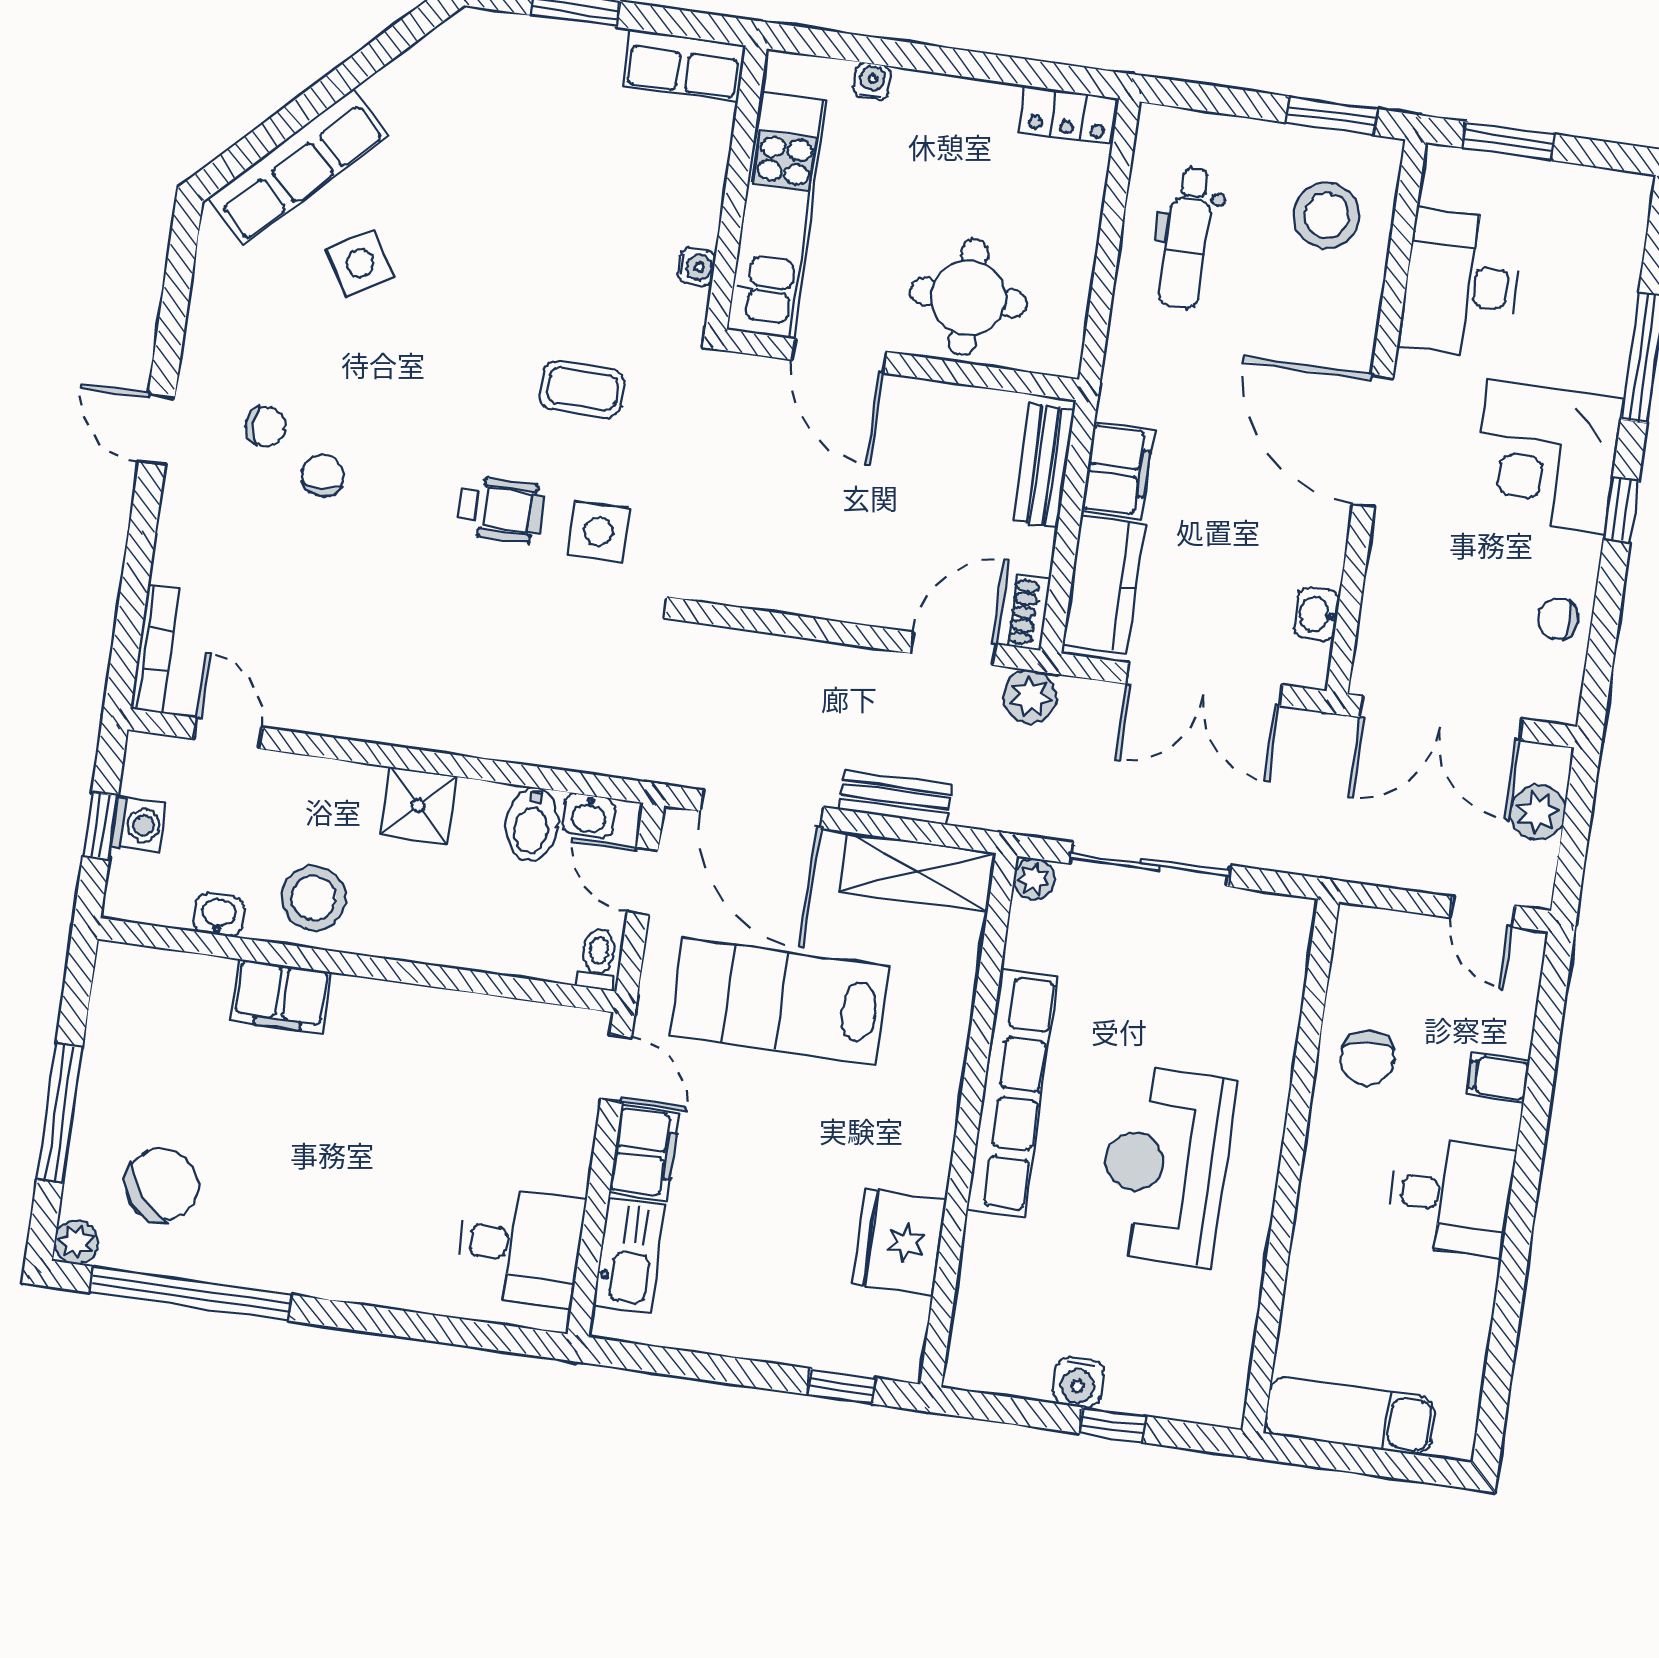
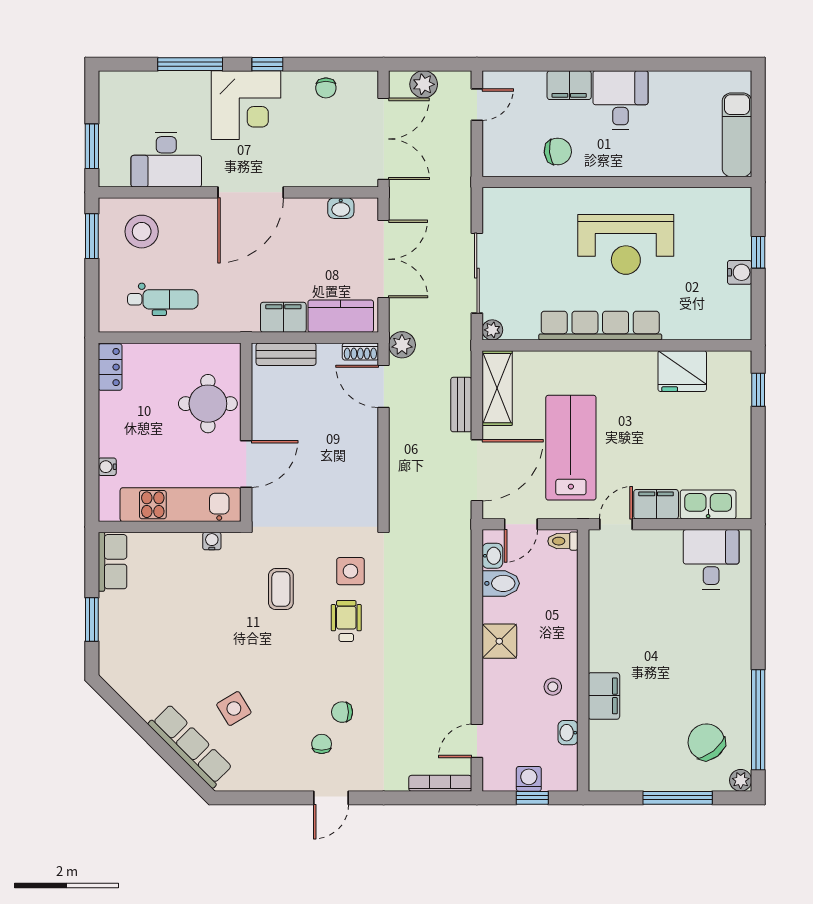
stool: (314, 898) -> (553, 687), width x0.53, depth x0.53
lab bench: (780, 1001) -> (571, 448), turned 180
filing cabinet: (1498, 1077) -> (569, 85), width x2.00

